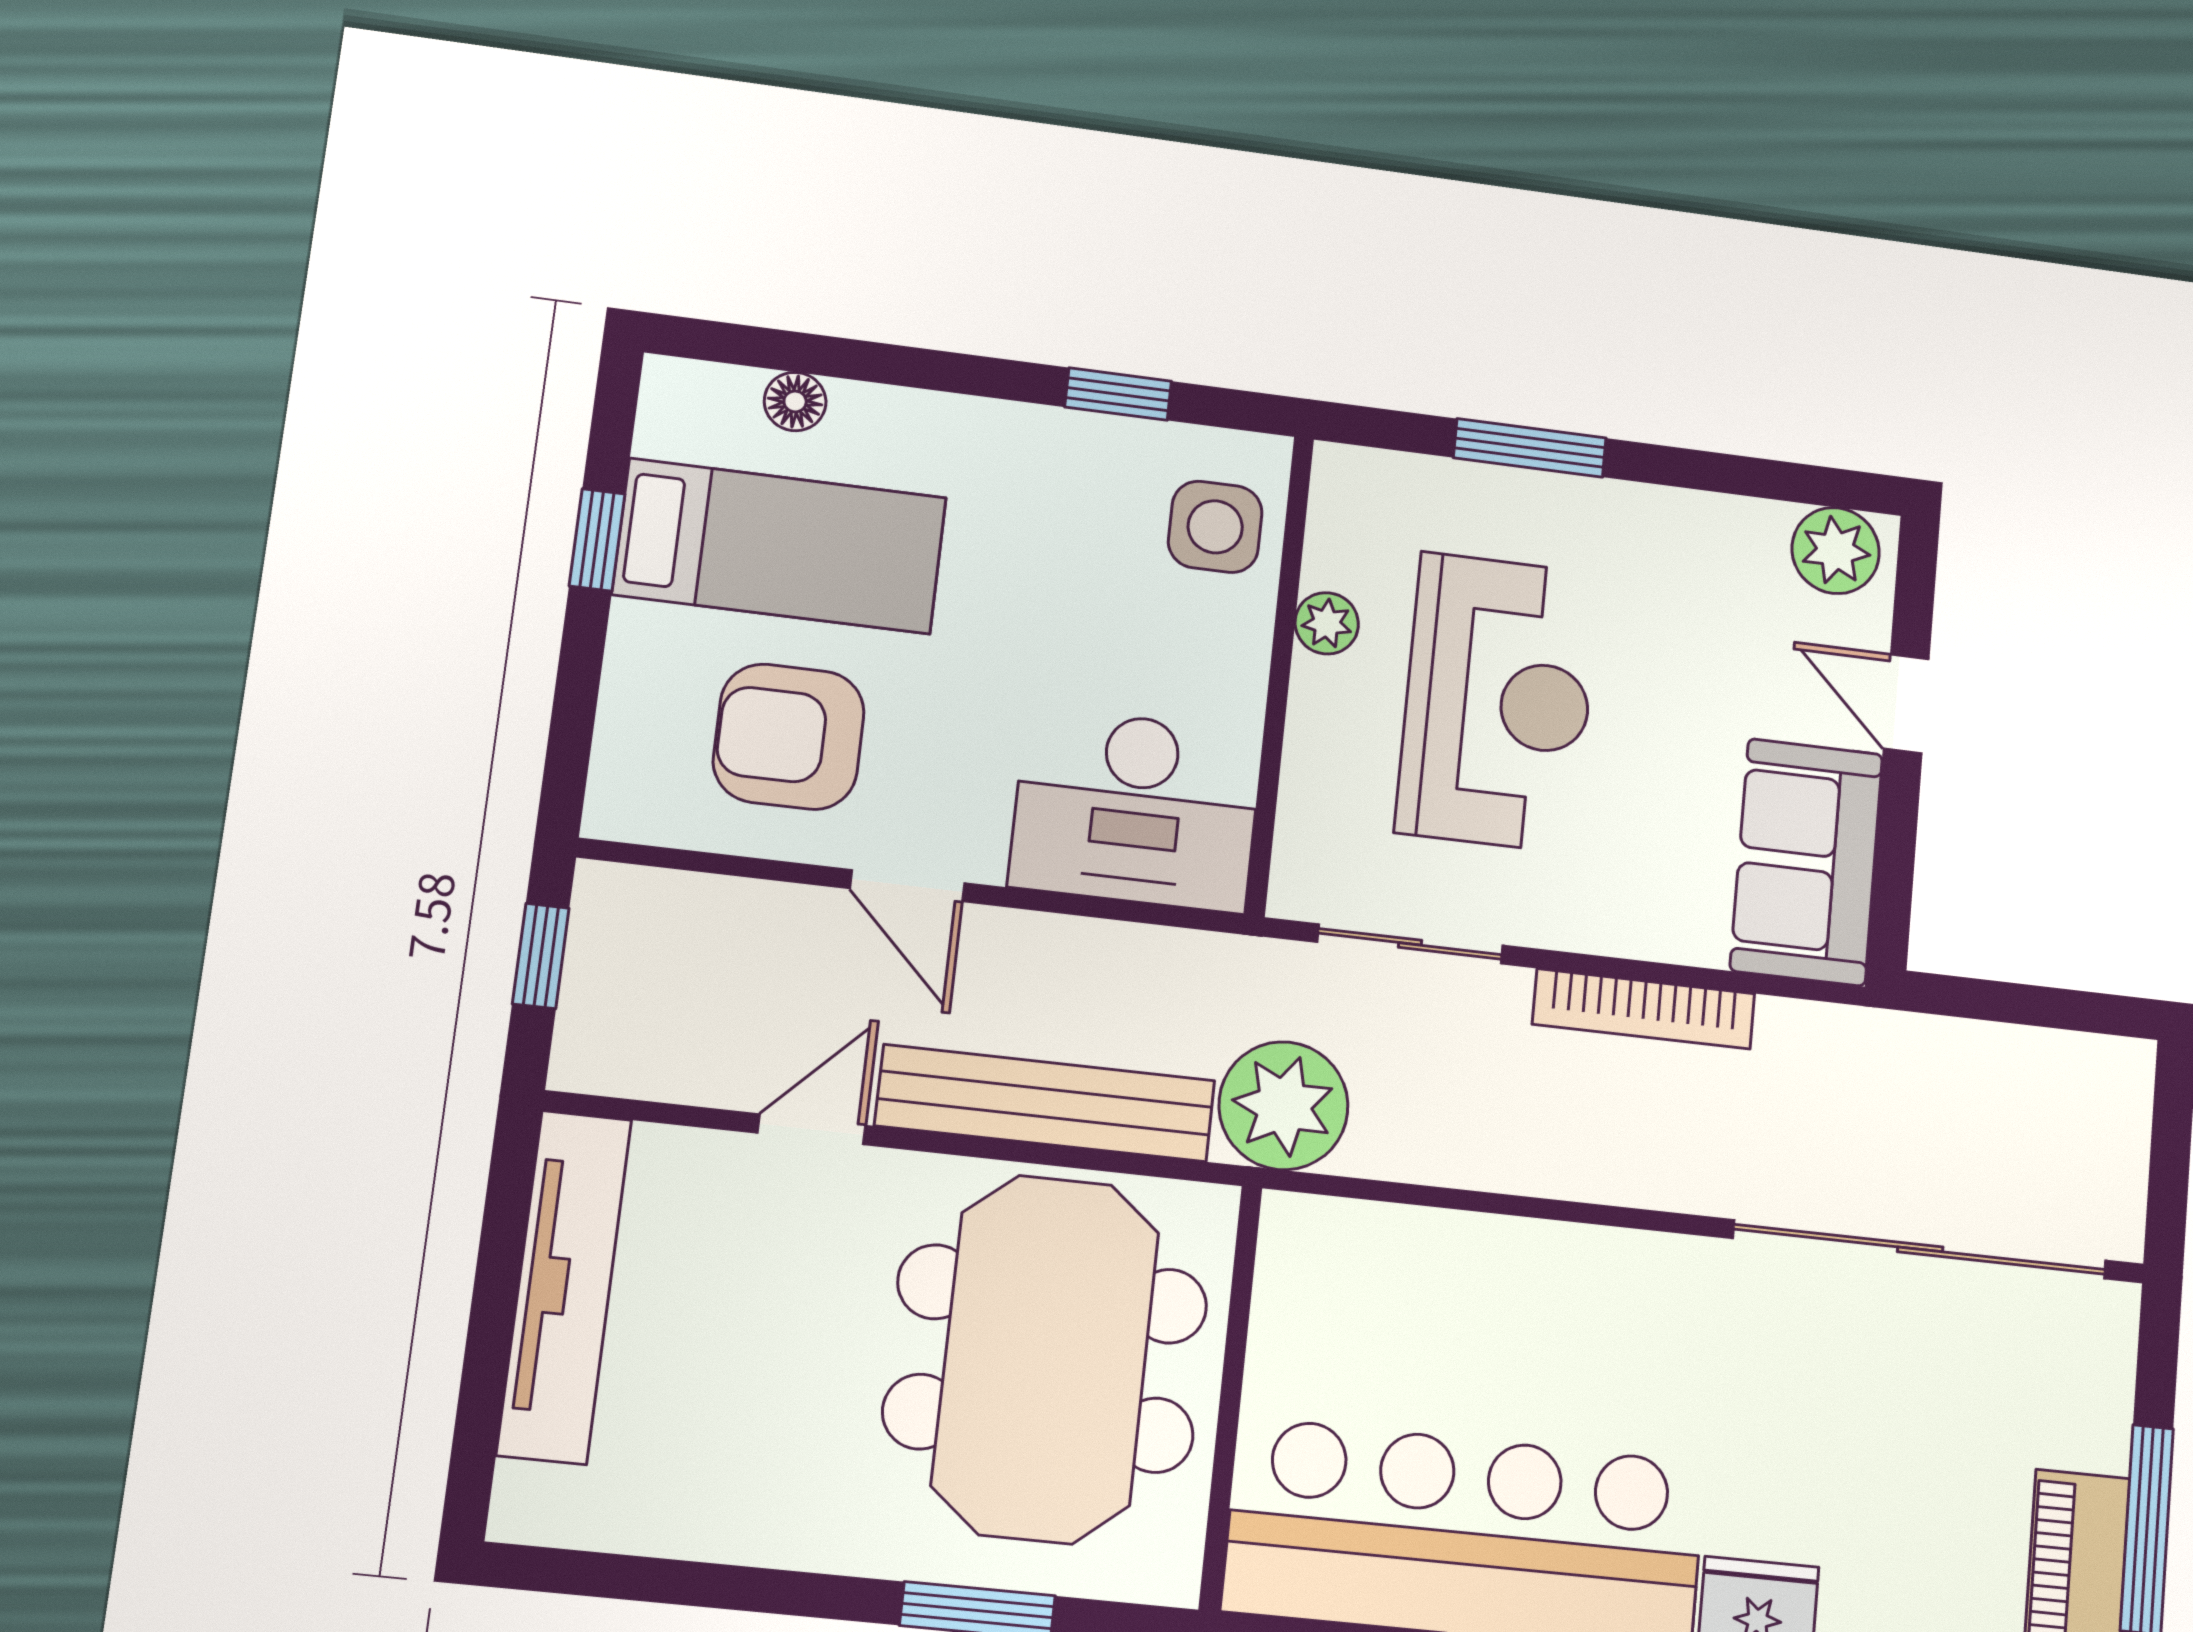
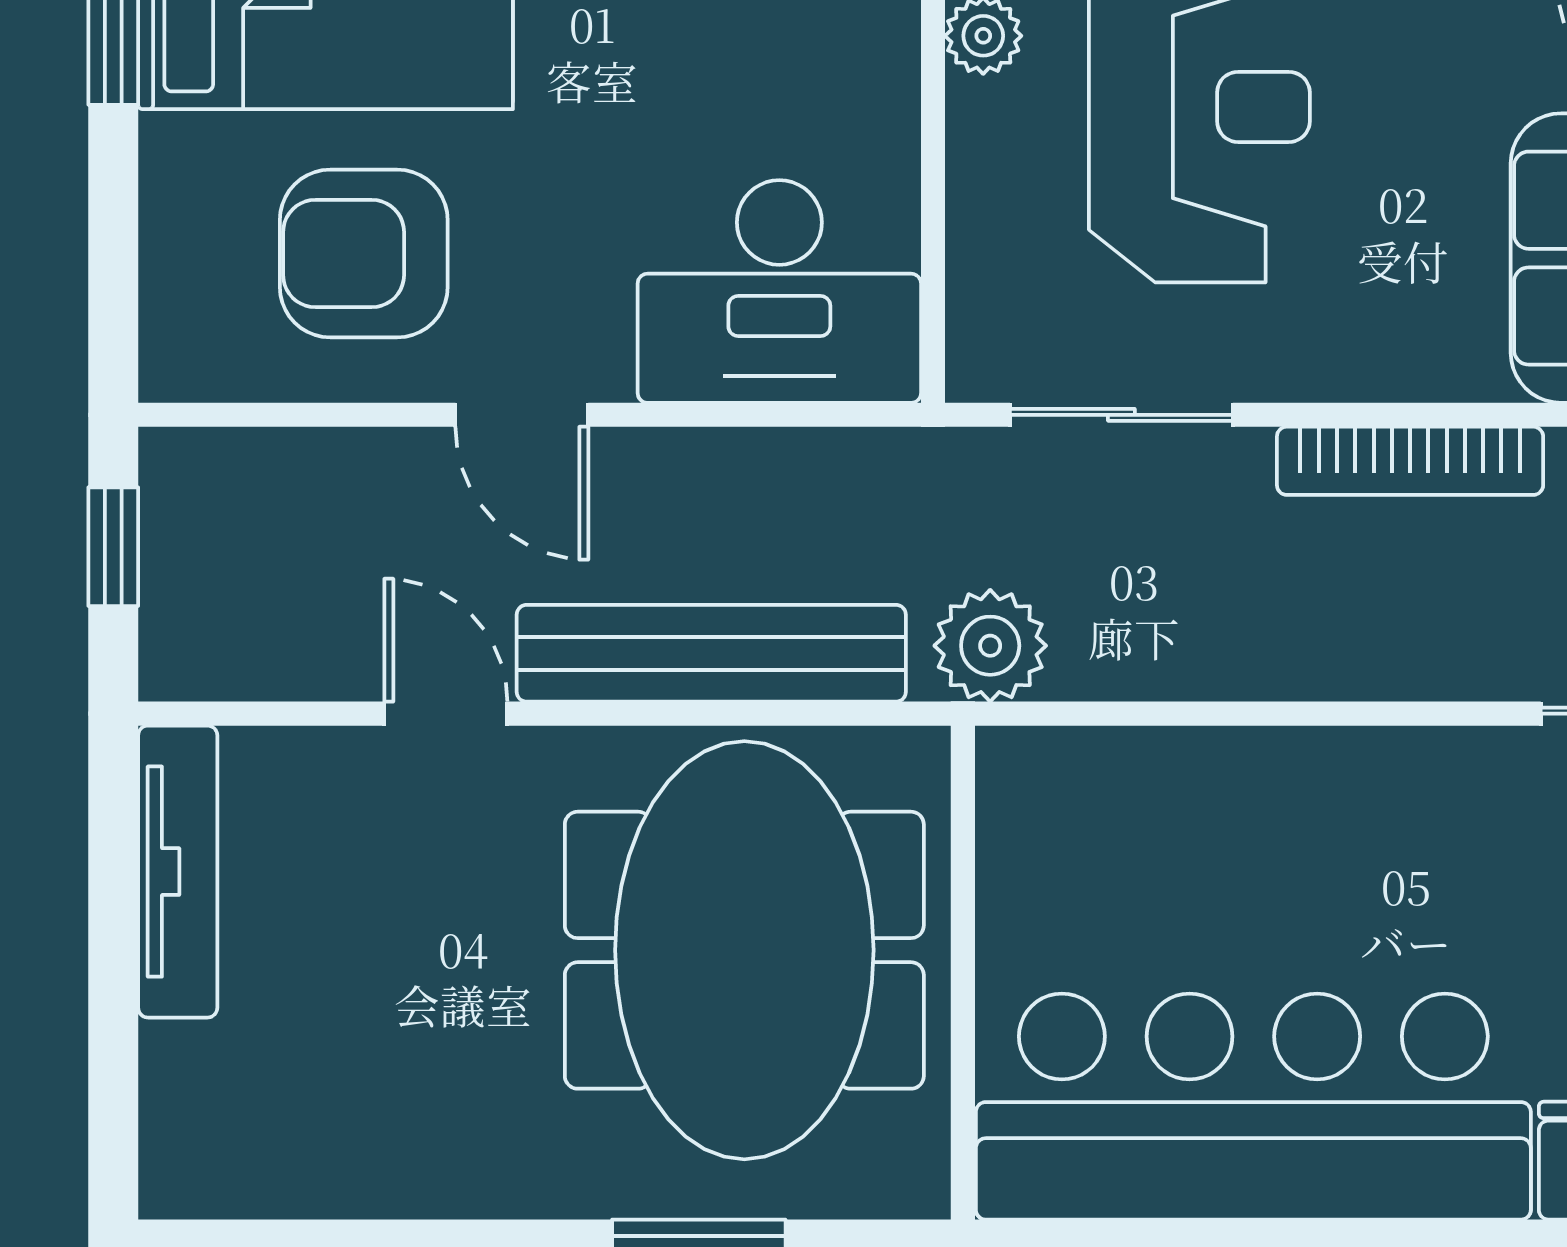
plant: (1284, 1106) -> (990, 646), width x0.73, depth x0.73
door: (812, 1129) -> (446, 714), hinge flipped
tv unit: (564, 1287) -> (178, 872), width x0.73, depth x0.78

